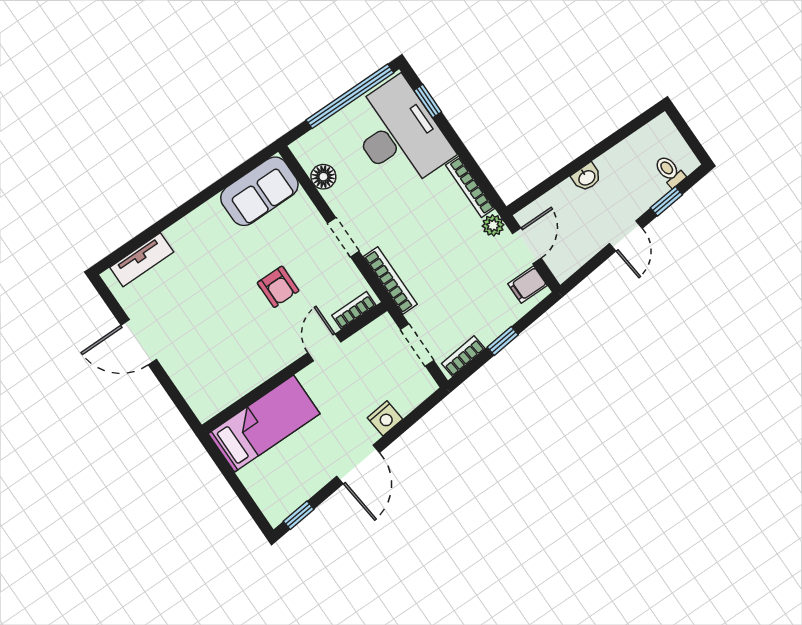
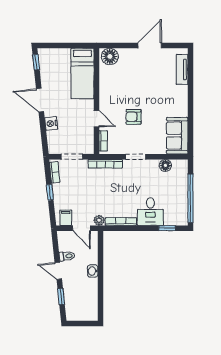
desk: (399, 134) -> (150, 212), width x0.53, depth x0.77
toilet: (670, 171) -> (67, 256), moved
floor lamp: (204, 397) -> (110, 57), added

